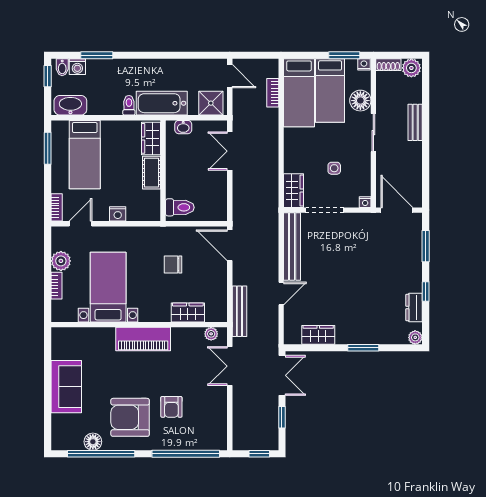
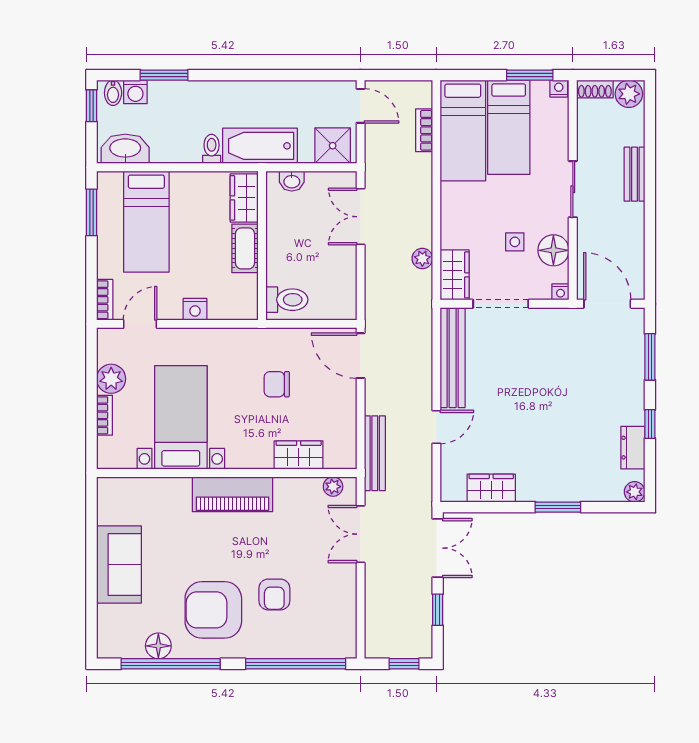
floor lamp: (360, 101) -> (553, 250), moved
plant: (272, 179) -> (422, 259), added

